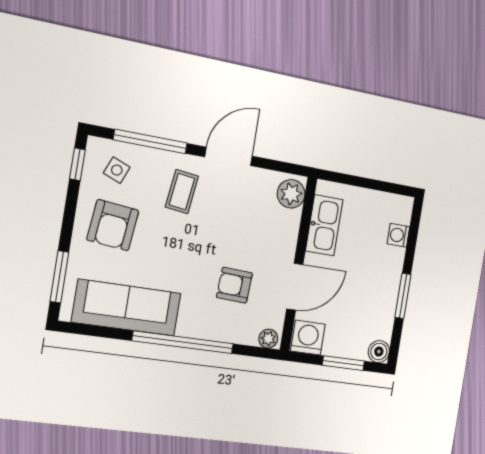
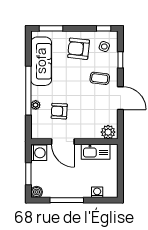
window: (150, 141) -> (120, 60), width x0.46
armchair: (234, 285) -> (59, 111), turned -90
window: (403, 296) -> (67, 200), width x1.44
plant: (268, 339) -> (36, 105), moved

